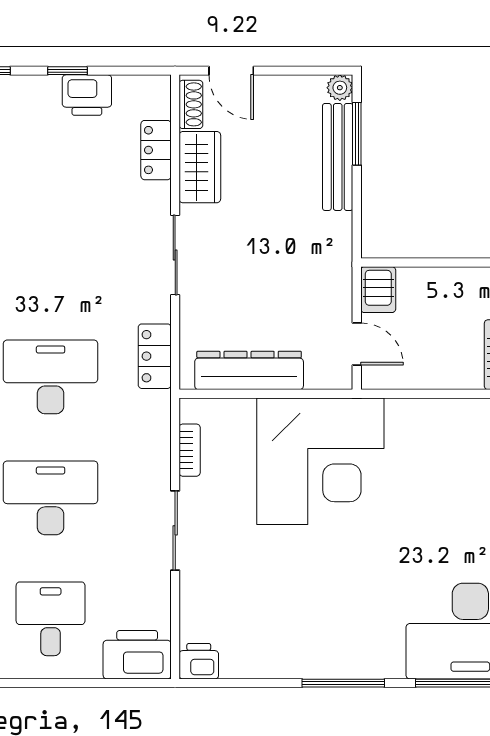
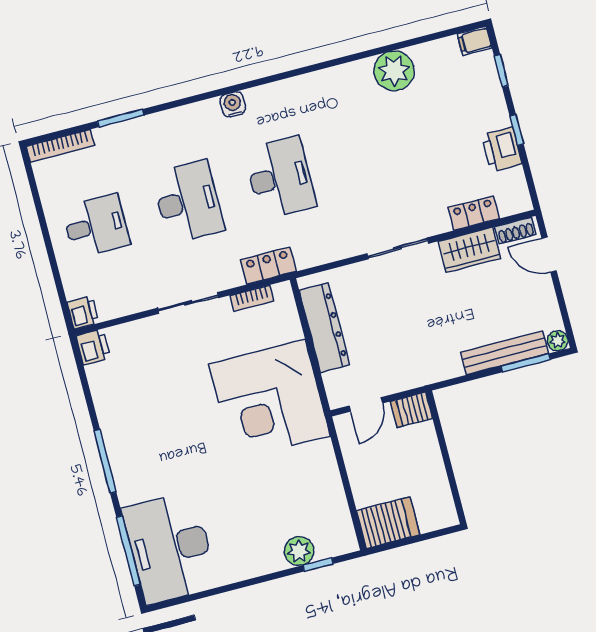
door: (231, 71) -> (549, 255), hinge flipped
locker: (155, 356) -> (268, 265), moved
printer: (137, 655) -> (83, 312), width x0.53, depth x0.68

